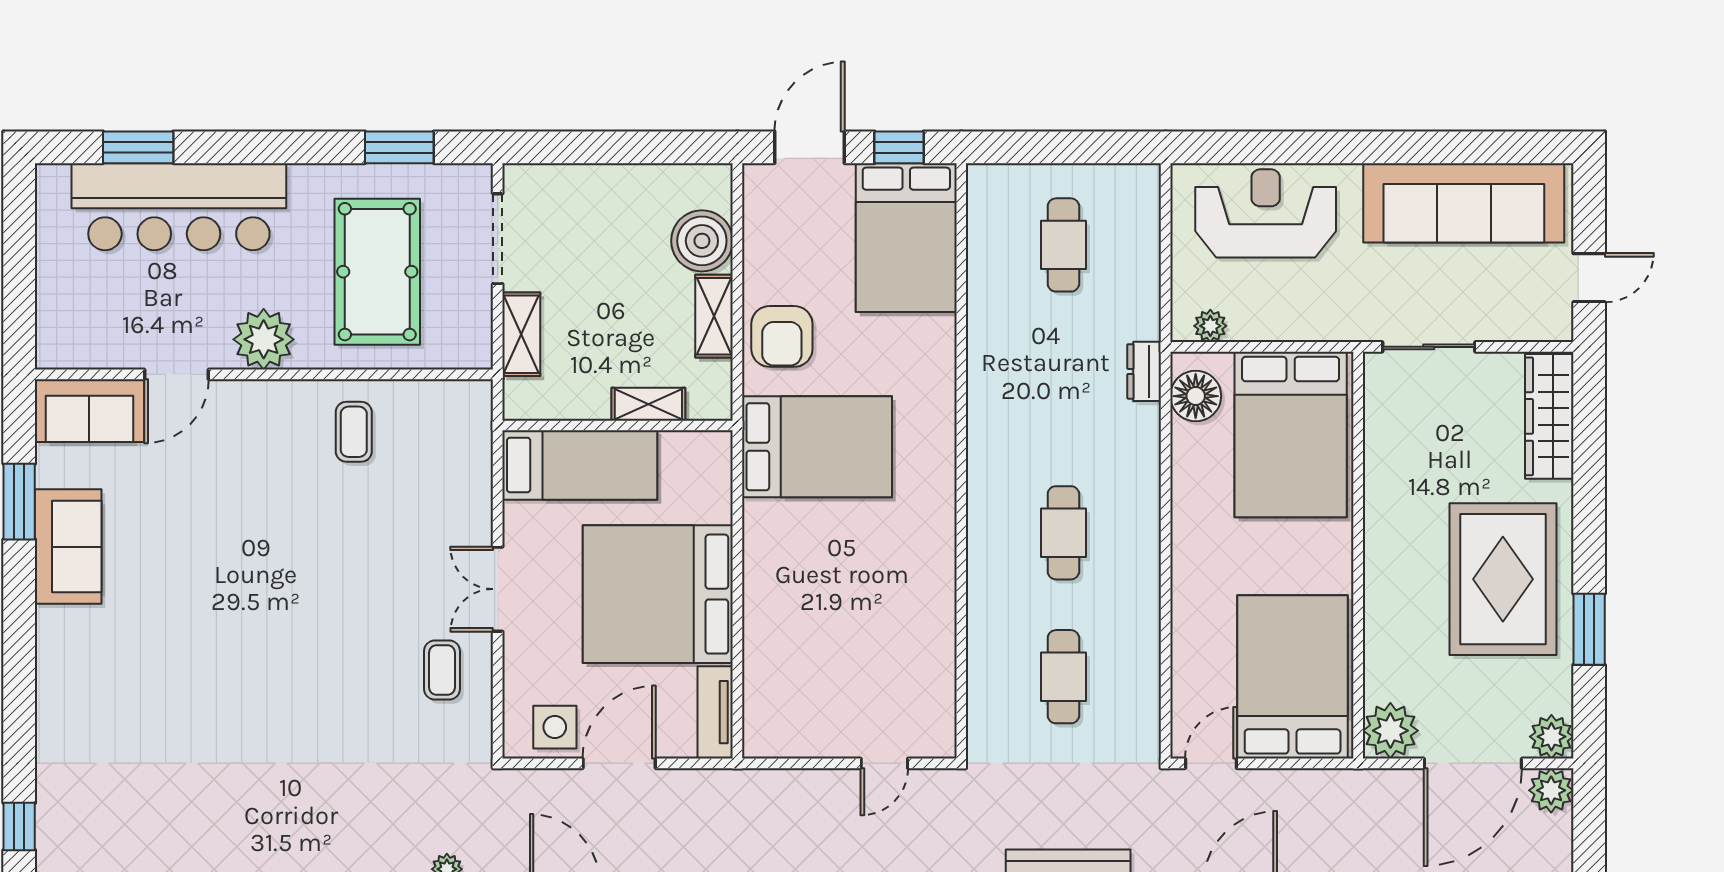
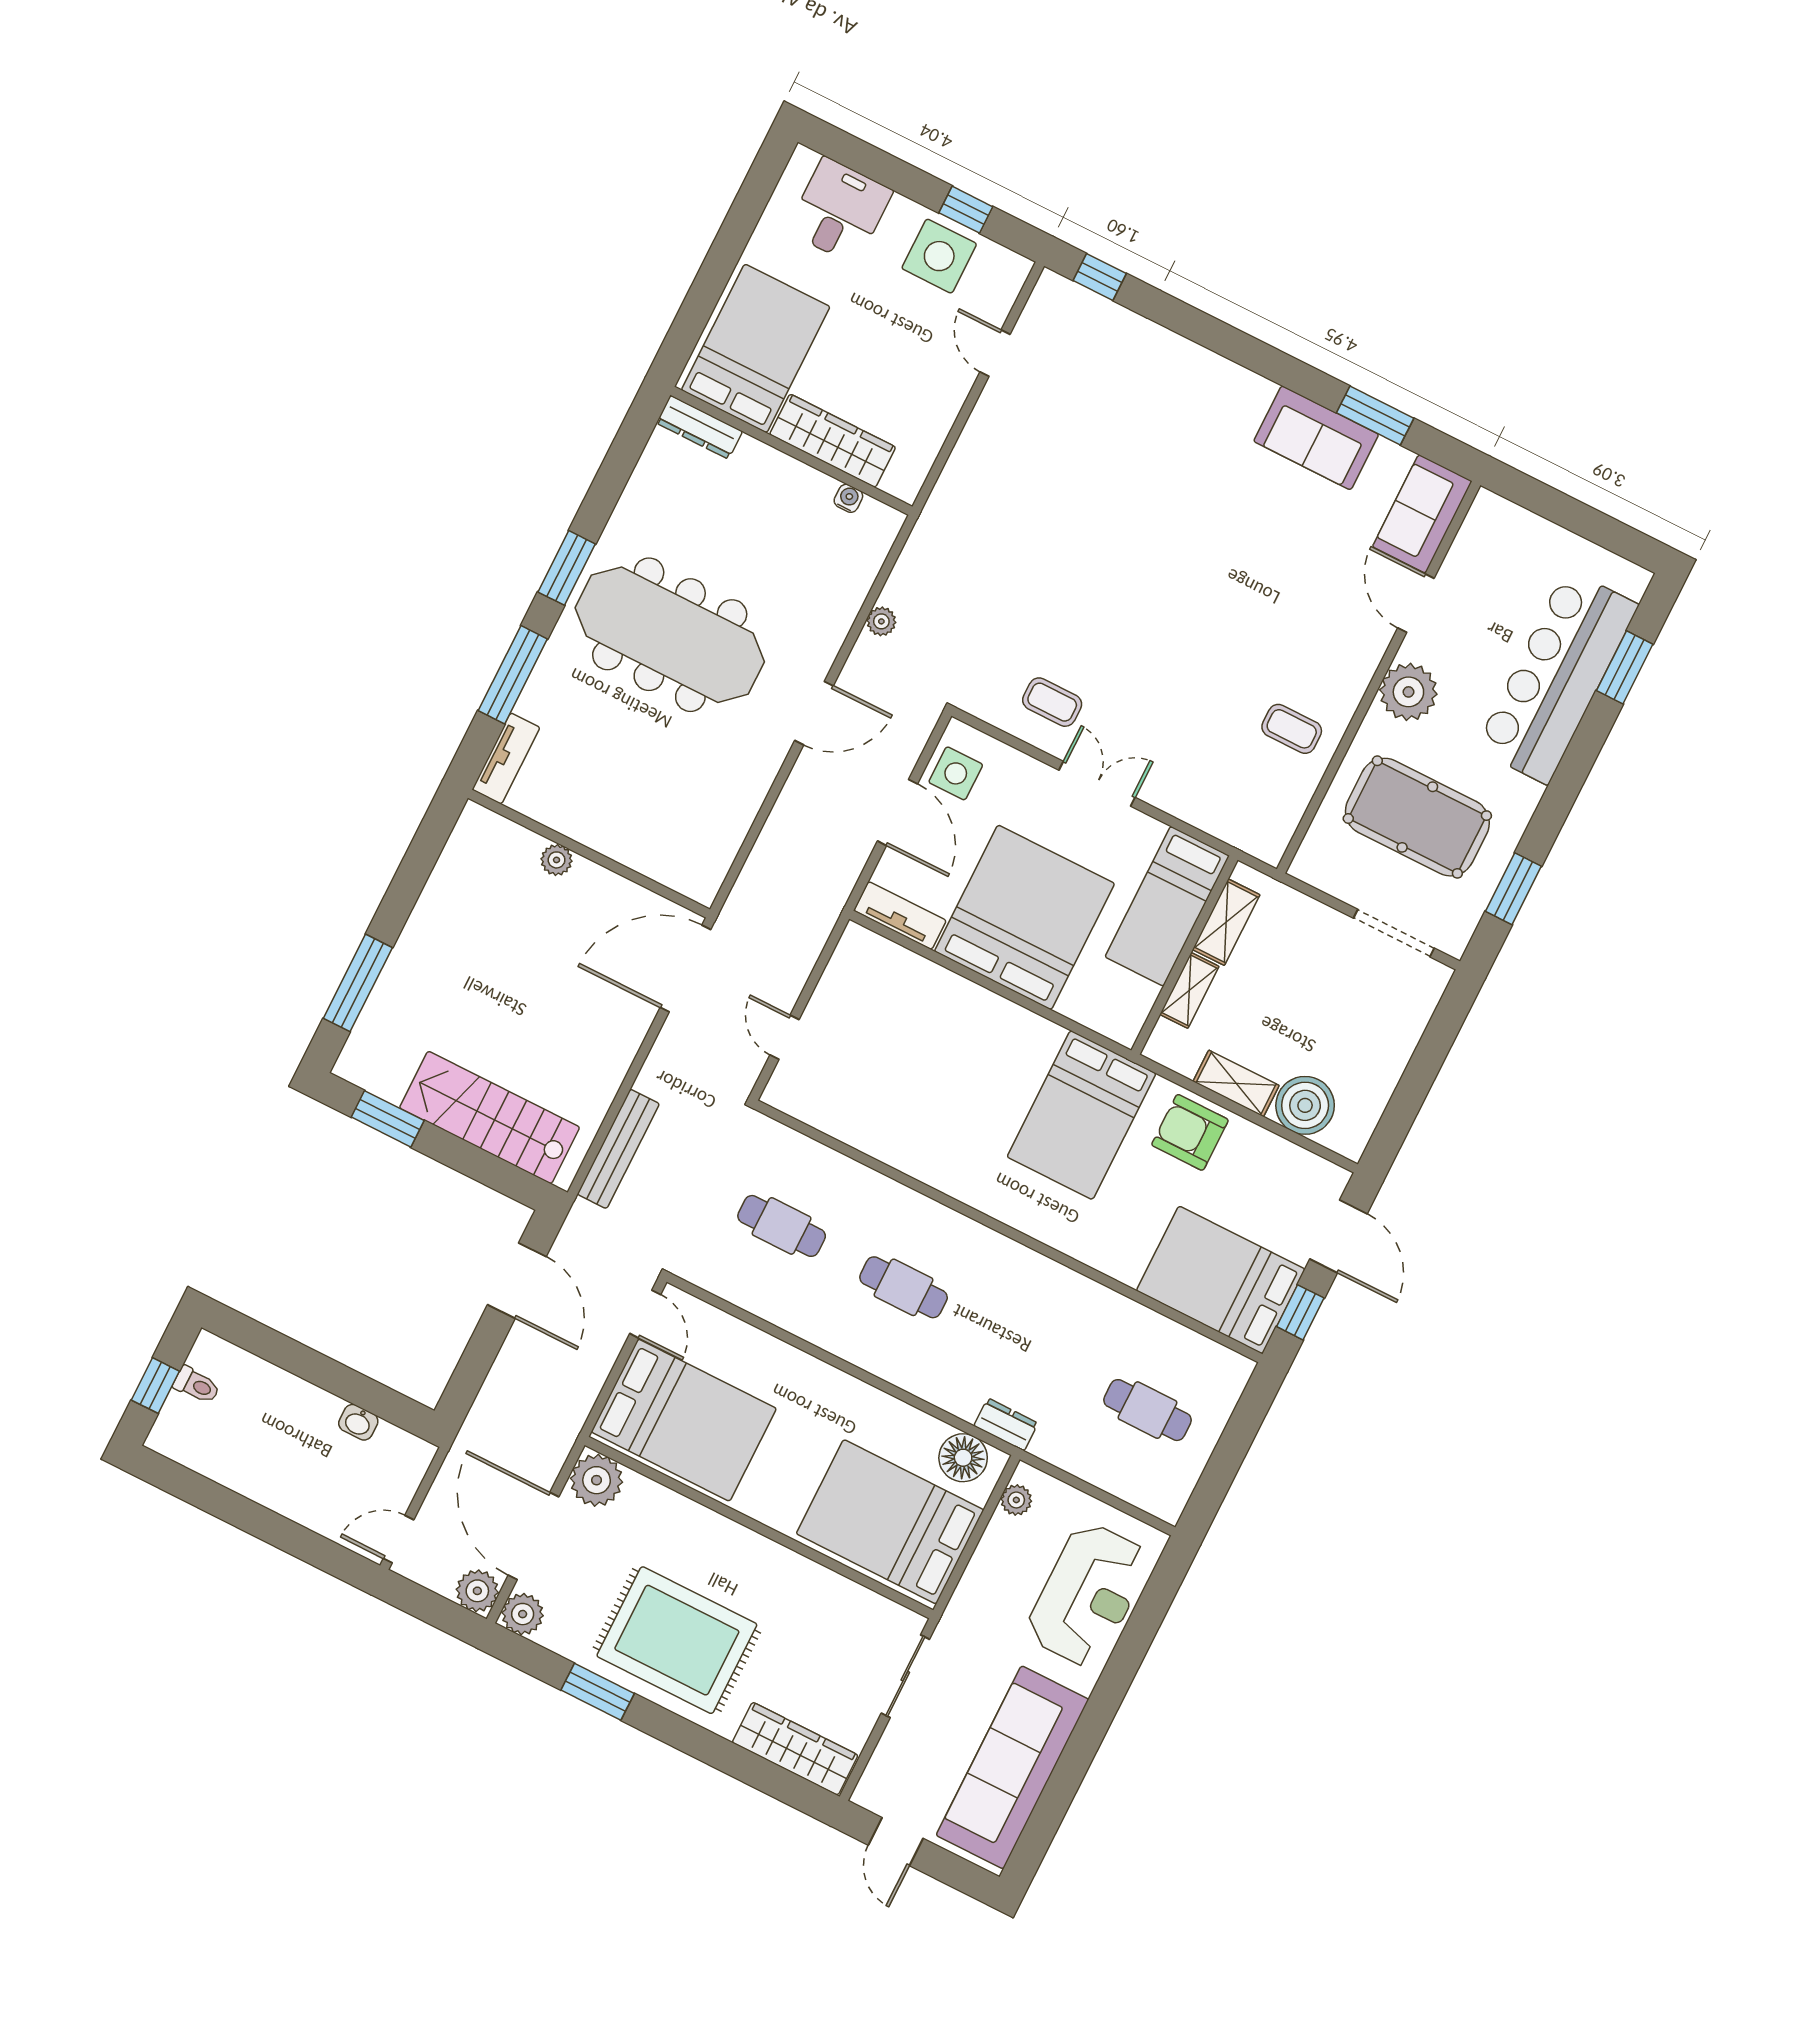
shelving: (521, 334) -> (1226, 922), moved, turned 90

